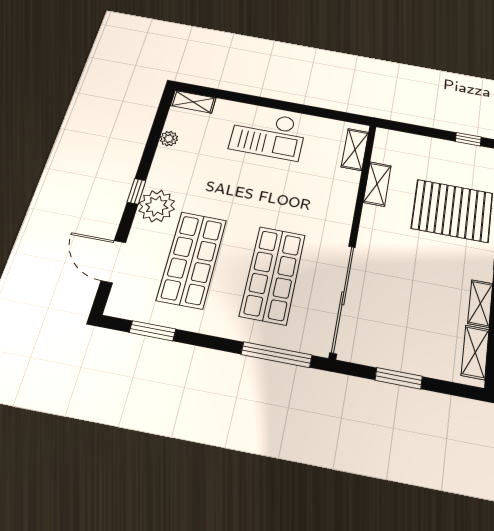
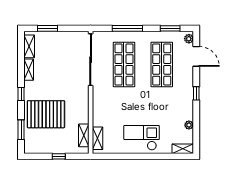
window: (468, 139) -> (59, 156), moved
shelving: (377, 184) -> (84, 135), moved
plant: (157, 206) -> (189, 39), moved, width x0.53, depth x0.53
window: (277, 355) -> (127, 28), moved
window: (399, 378) -> (48, 28), moved

